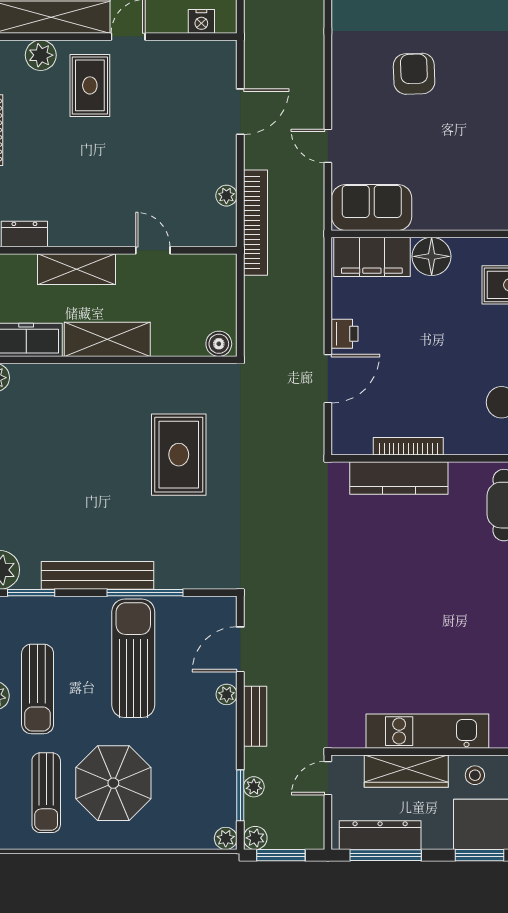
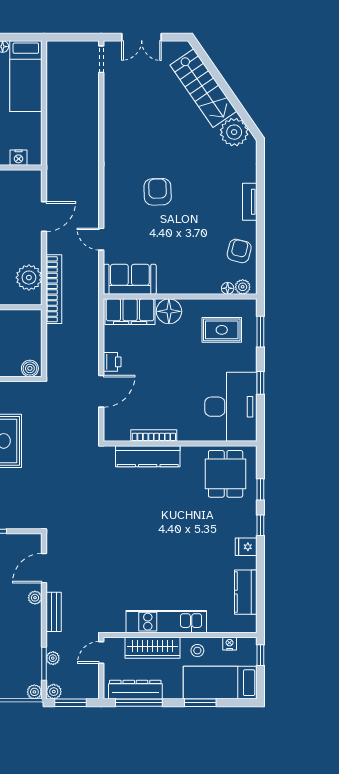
plant: (226, 196) -> (29, 278), width x1.88, depth x1.88

